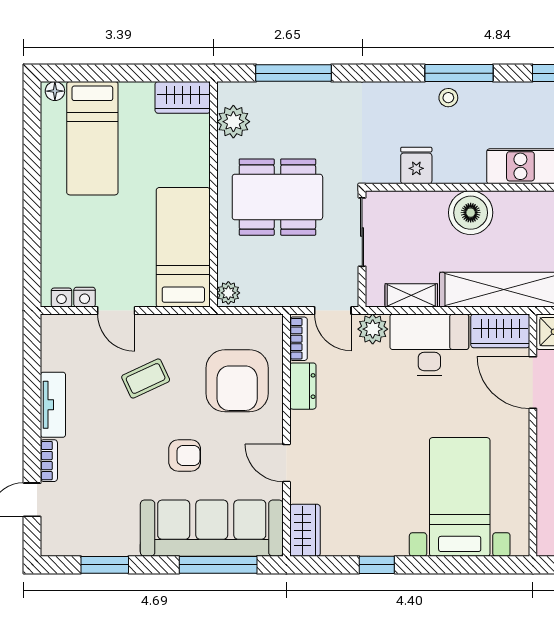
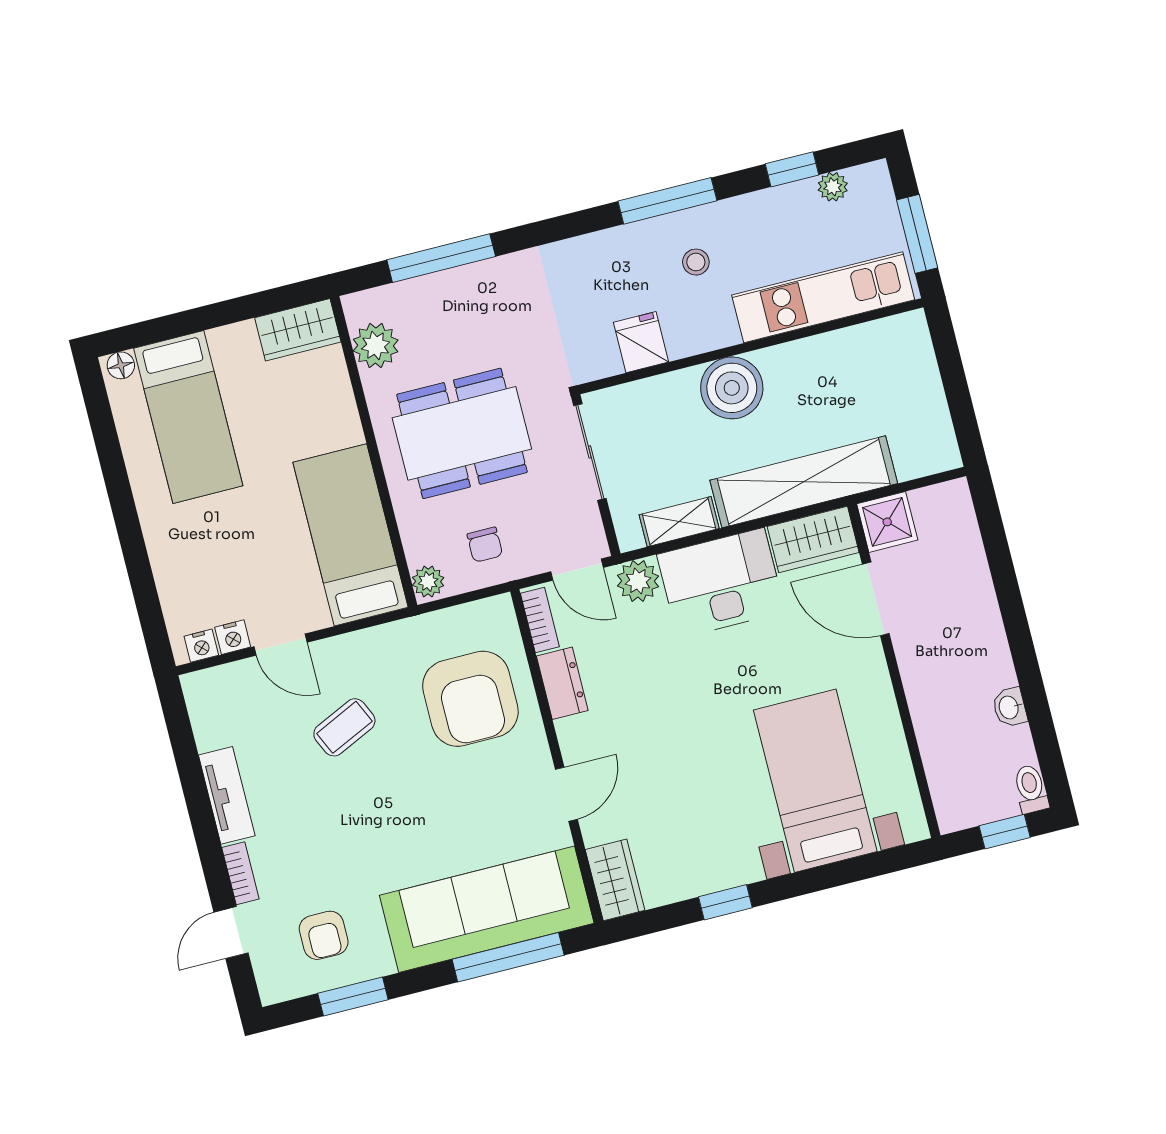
stool: (448, 98) -> (696, 262), moved
chair: (274, 277) -> (485, 545), added
armchair: (185, 455) -> (324, 935), moved, turned 90
door: (286, 463) -> (566, 794), swing flipped

